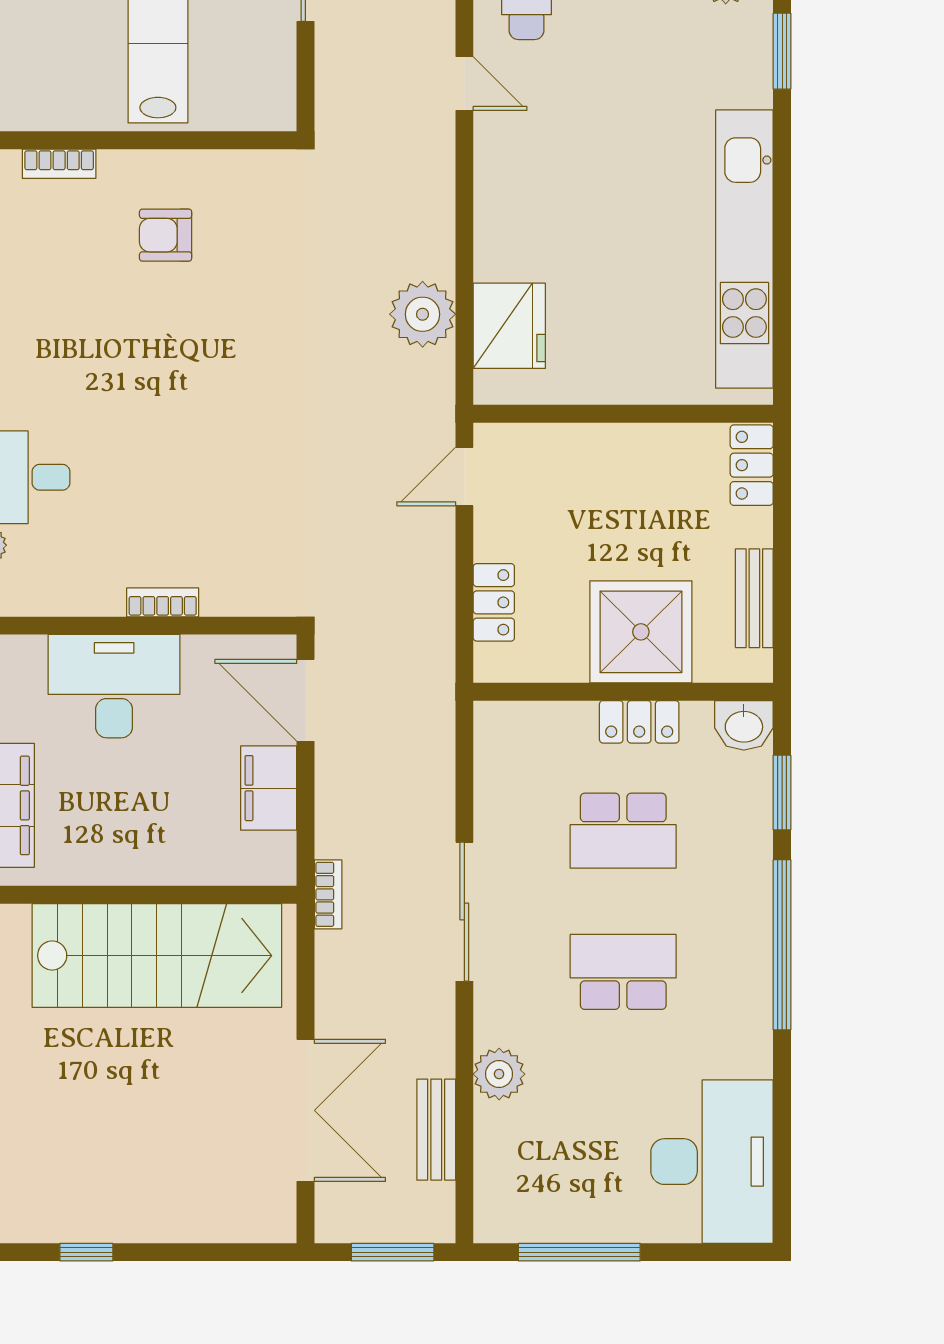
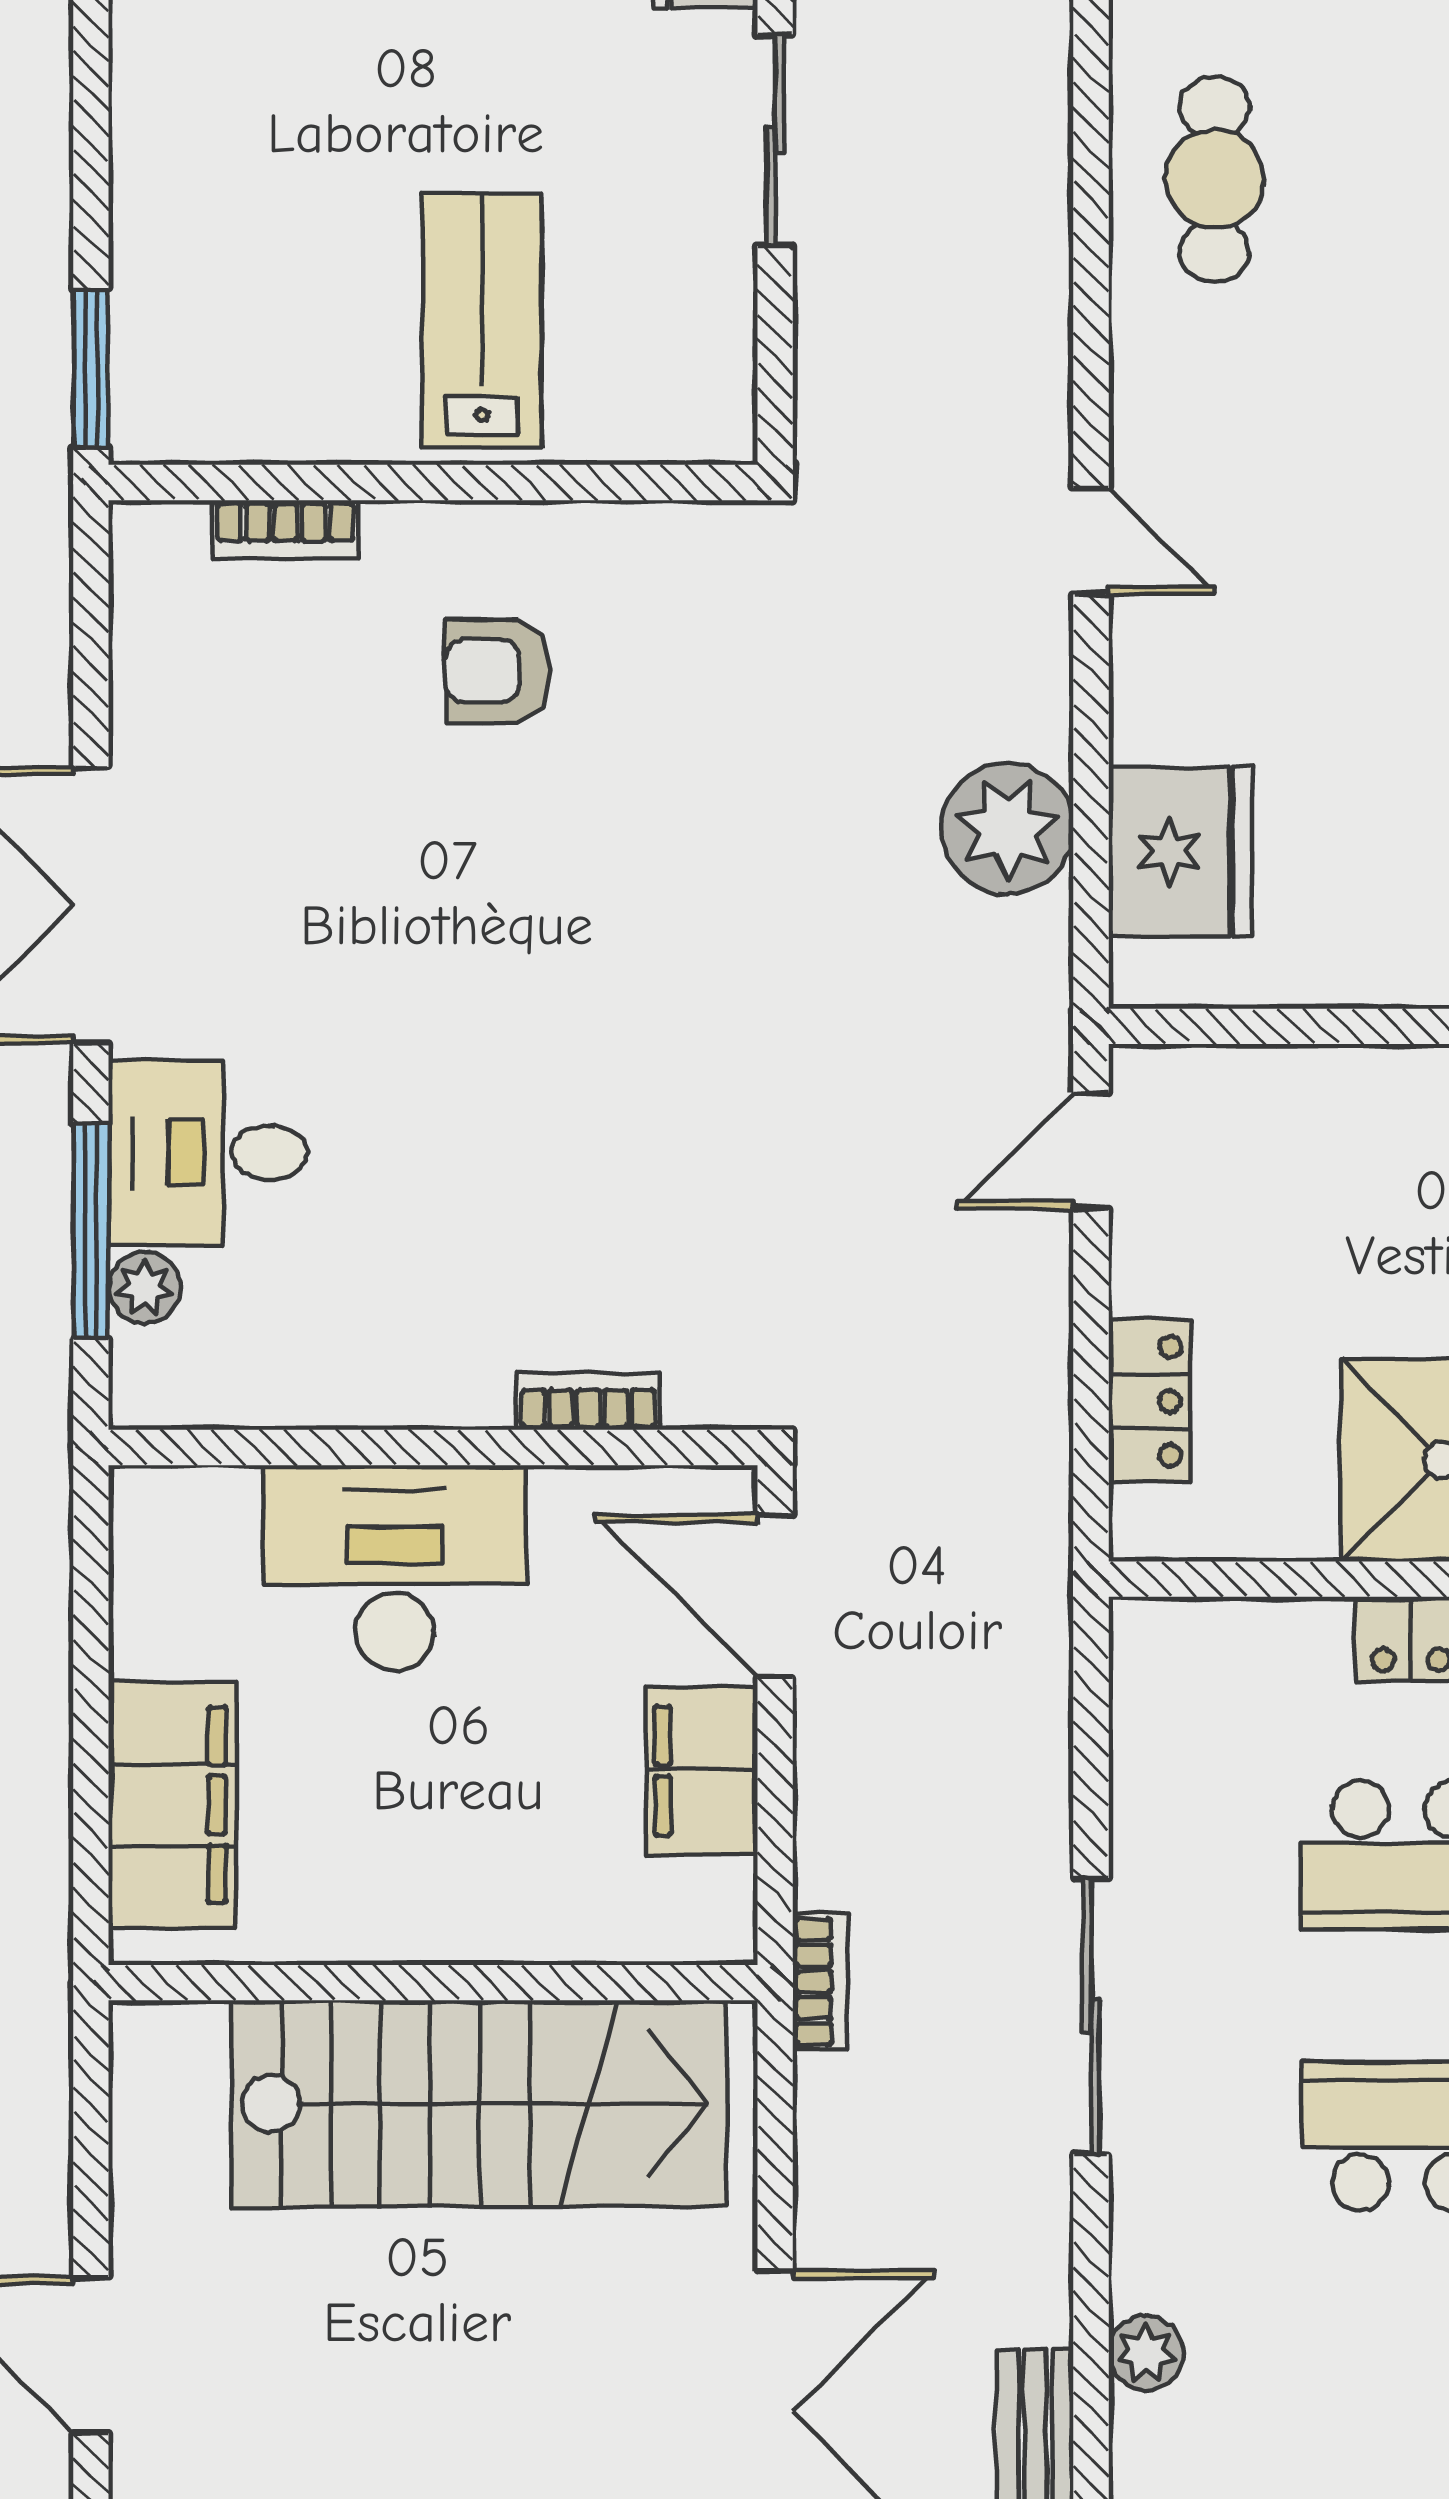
door: (464, 84) -> (1091, 541), moved
bookcase: (163, 602) -> (588, 1401), moved
plant: (499, 1074) -> (1146, 2353), width x0.73, depth x0.73

